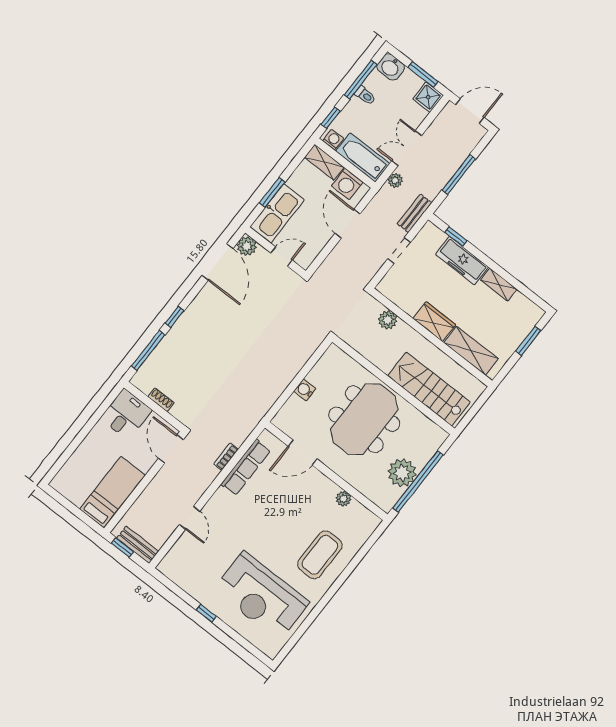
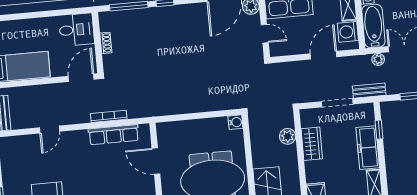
doorway: (399, 250) -> (337, 103), width x1.38
wardrobe: (434, 322) -> (312, 144), moved
water cooler: (305, 390) -> (235, 122), moved, turned 90
bookcase: (226, 457) -> (109, 116), width x1.56

